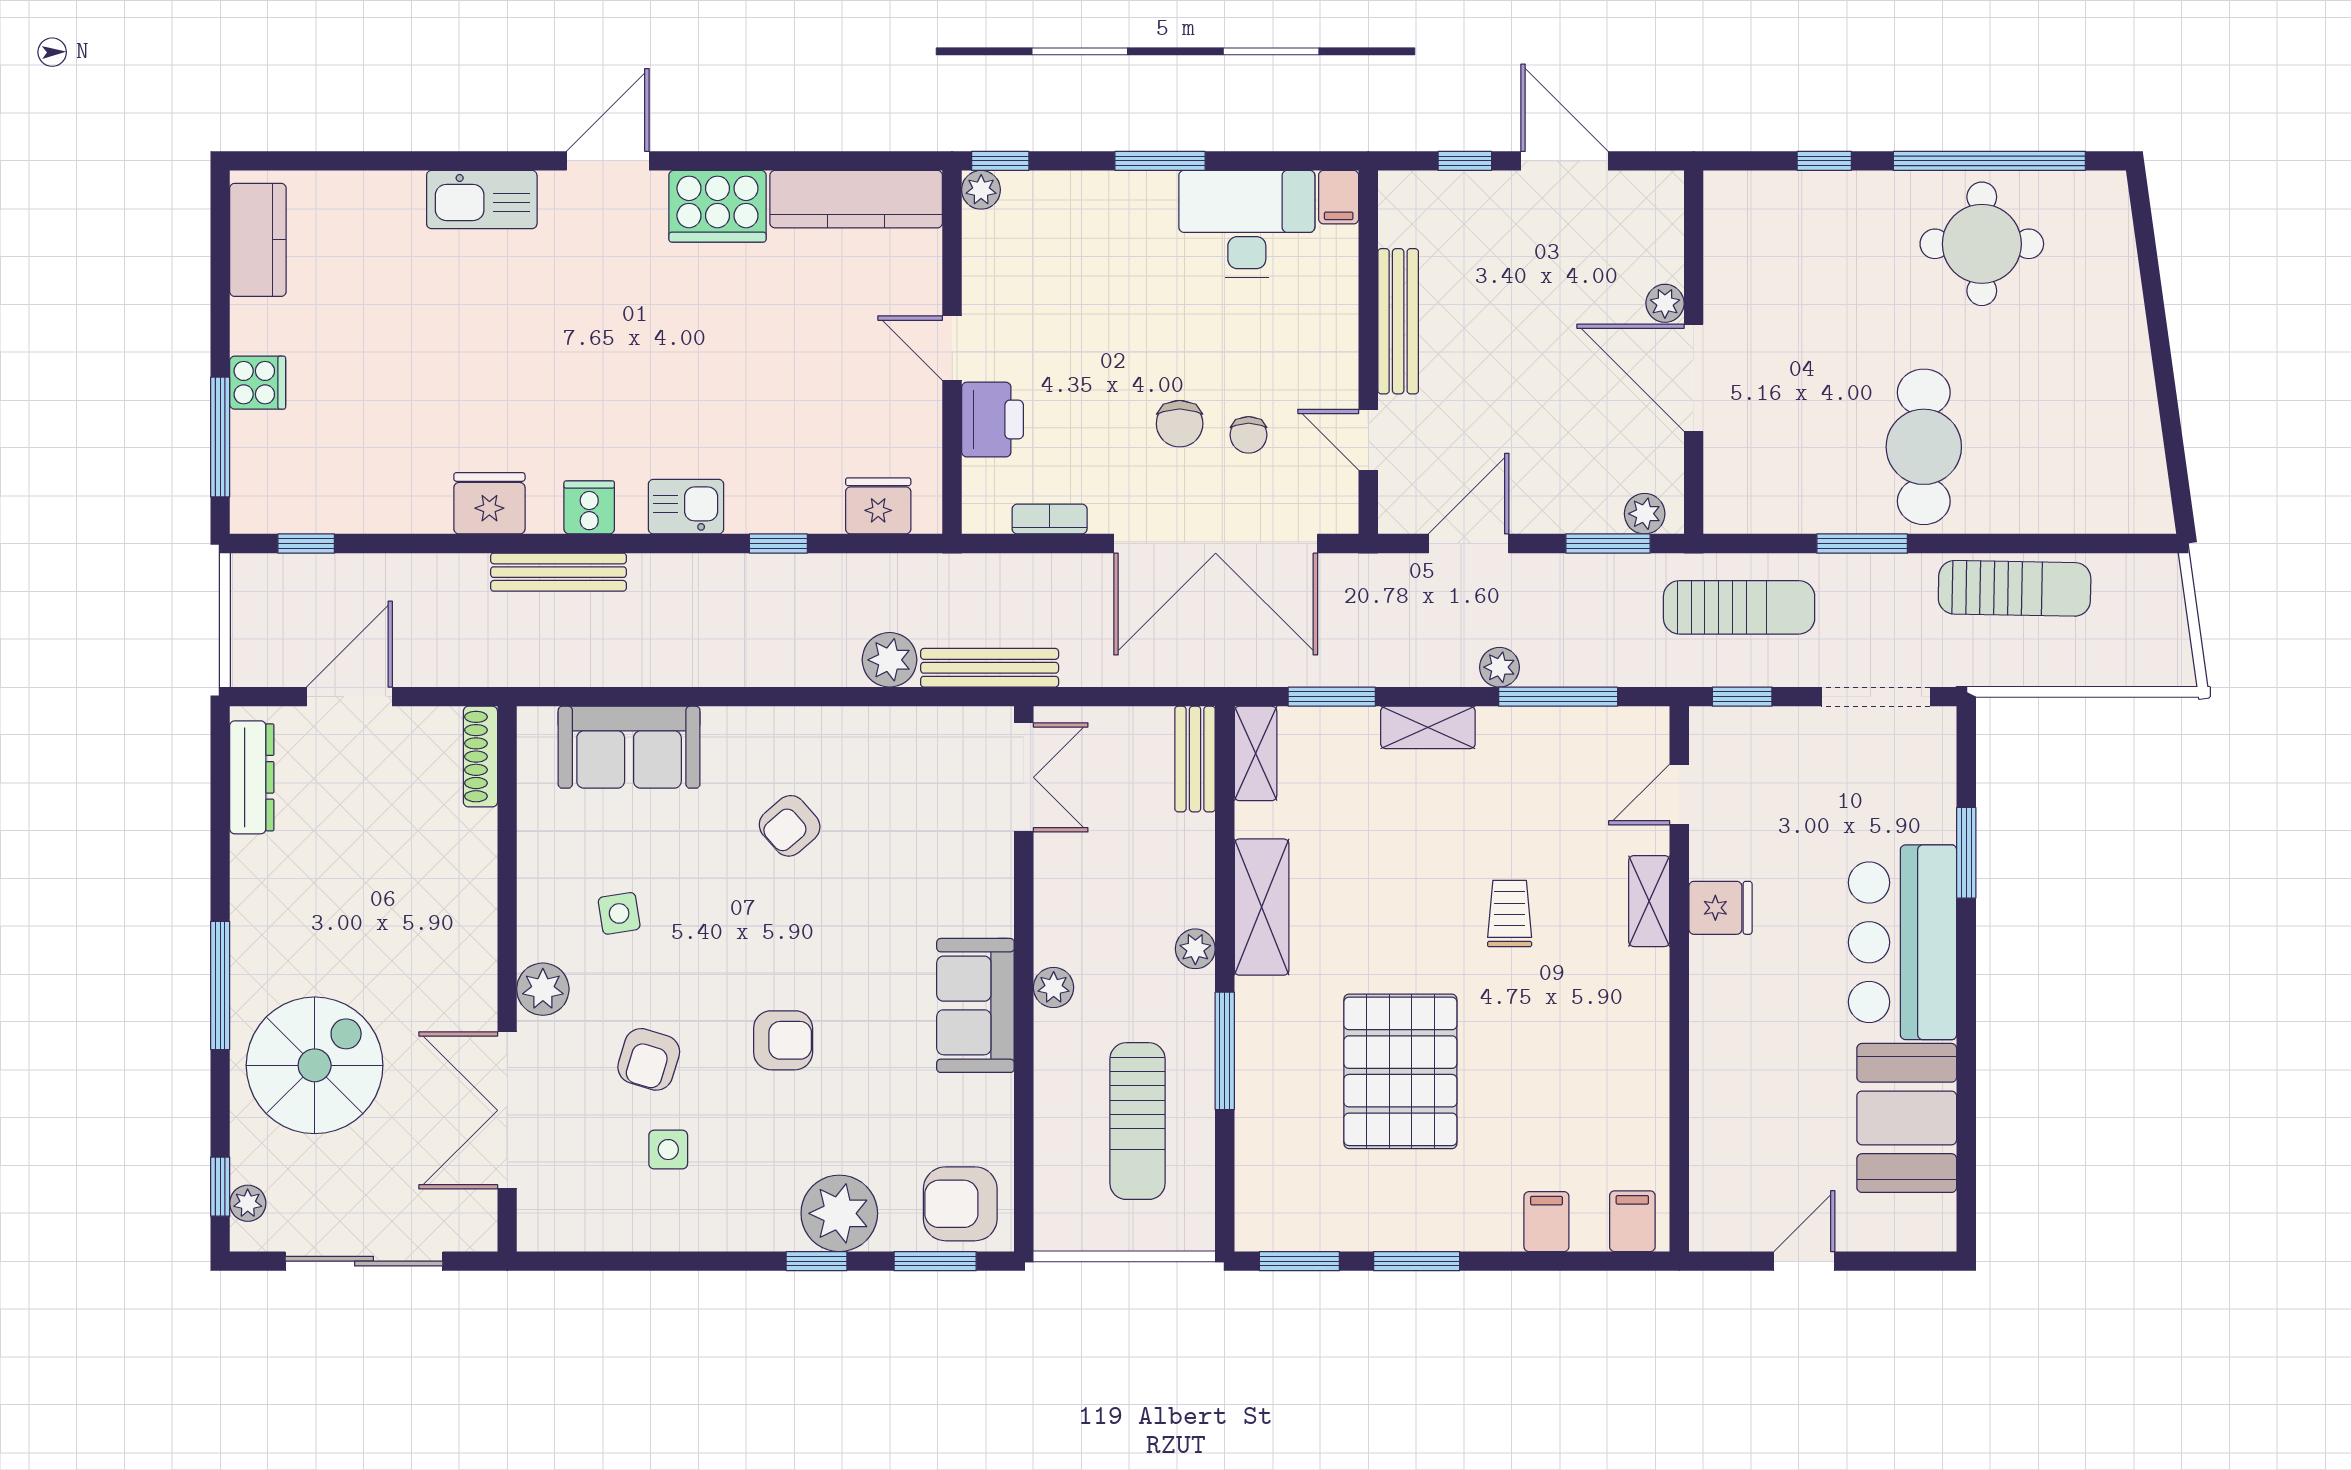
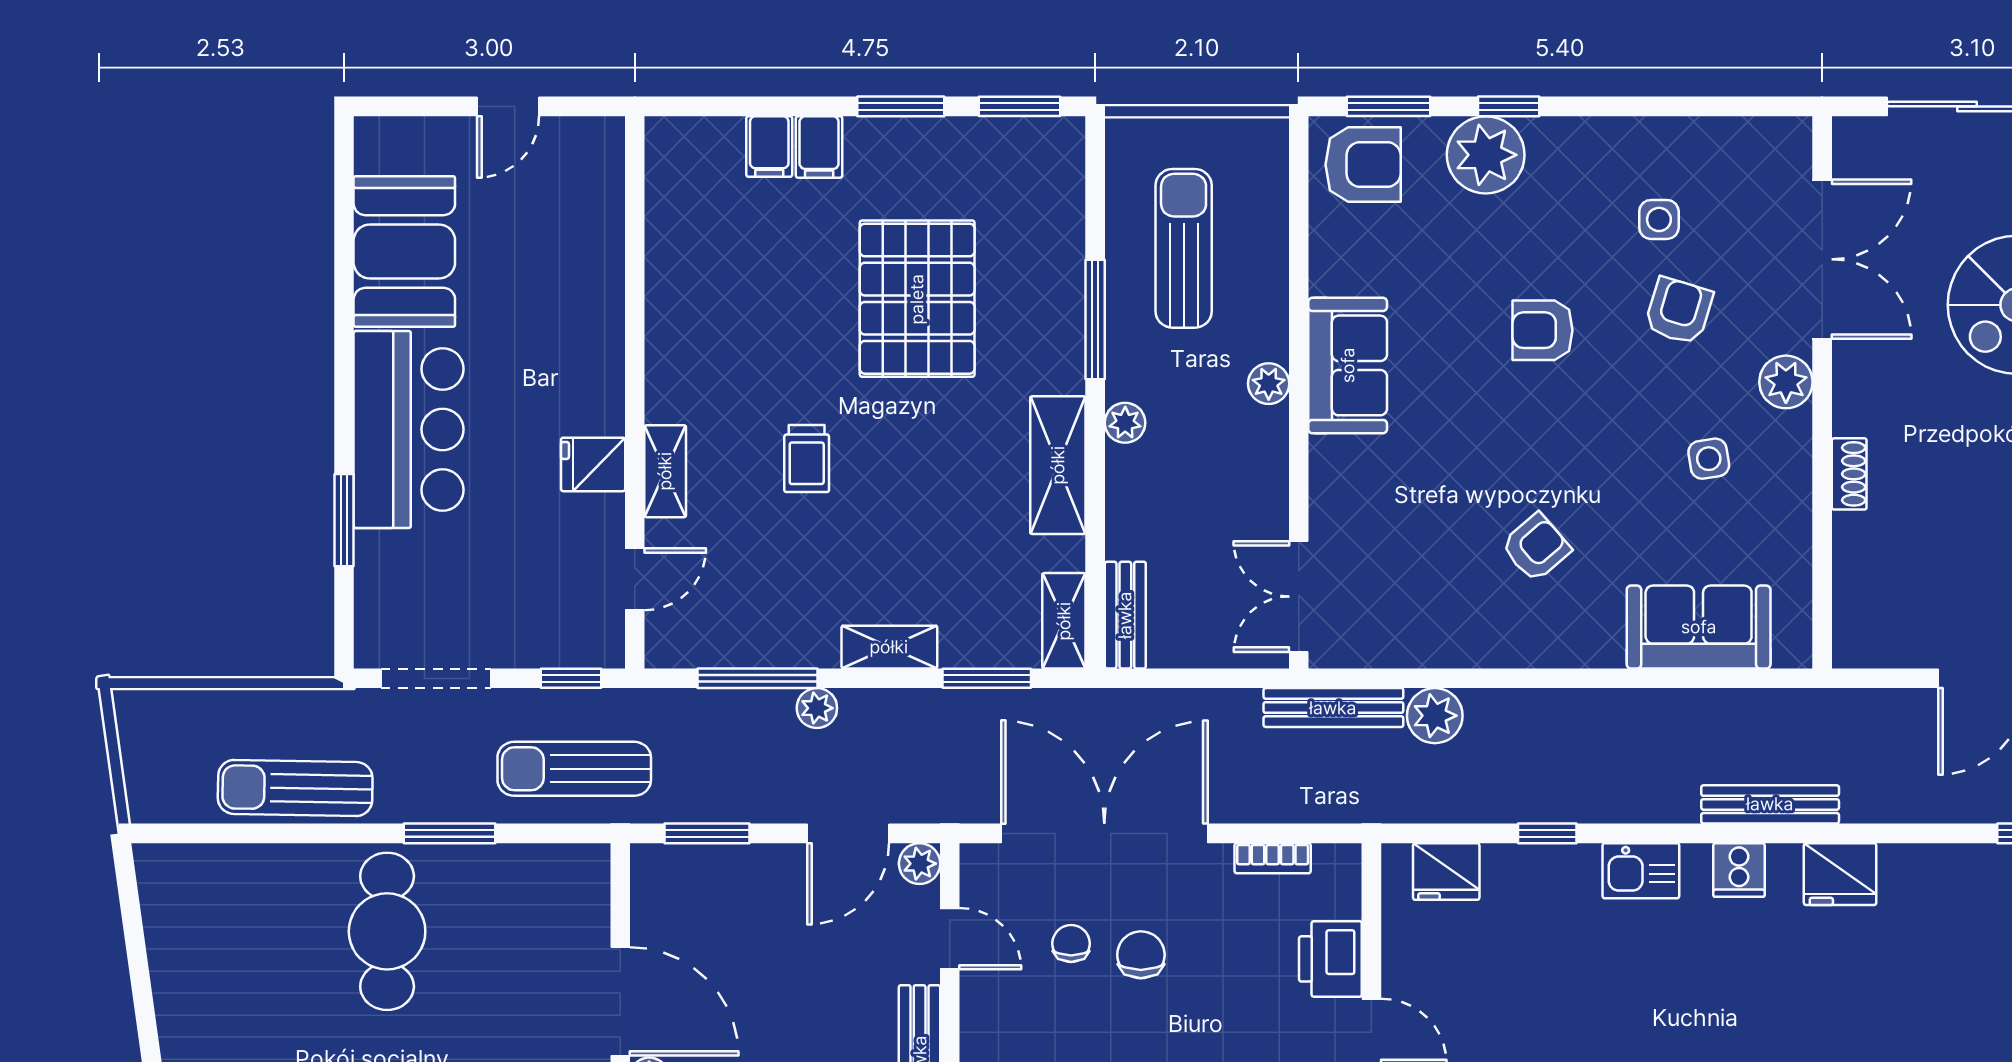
plant: (1645, 514) -> (920, 864), moved
shoe rack: (480, 757) -> (1849, 474), moved, width x0.70
filing cabinet: (1632, 1221) -> (819, 147), moved

